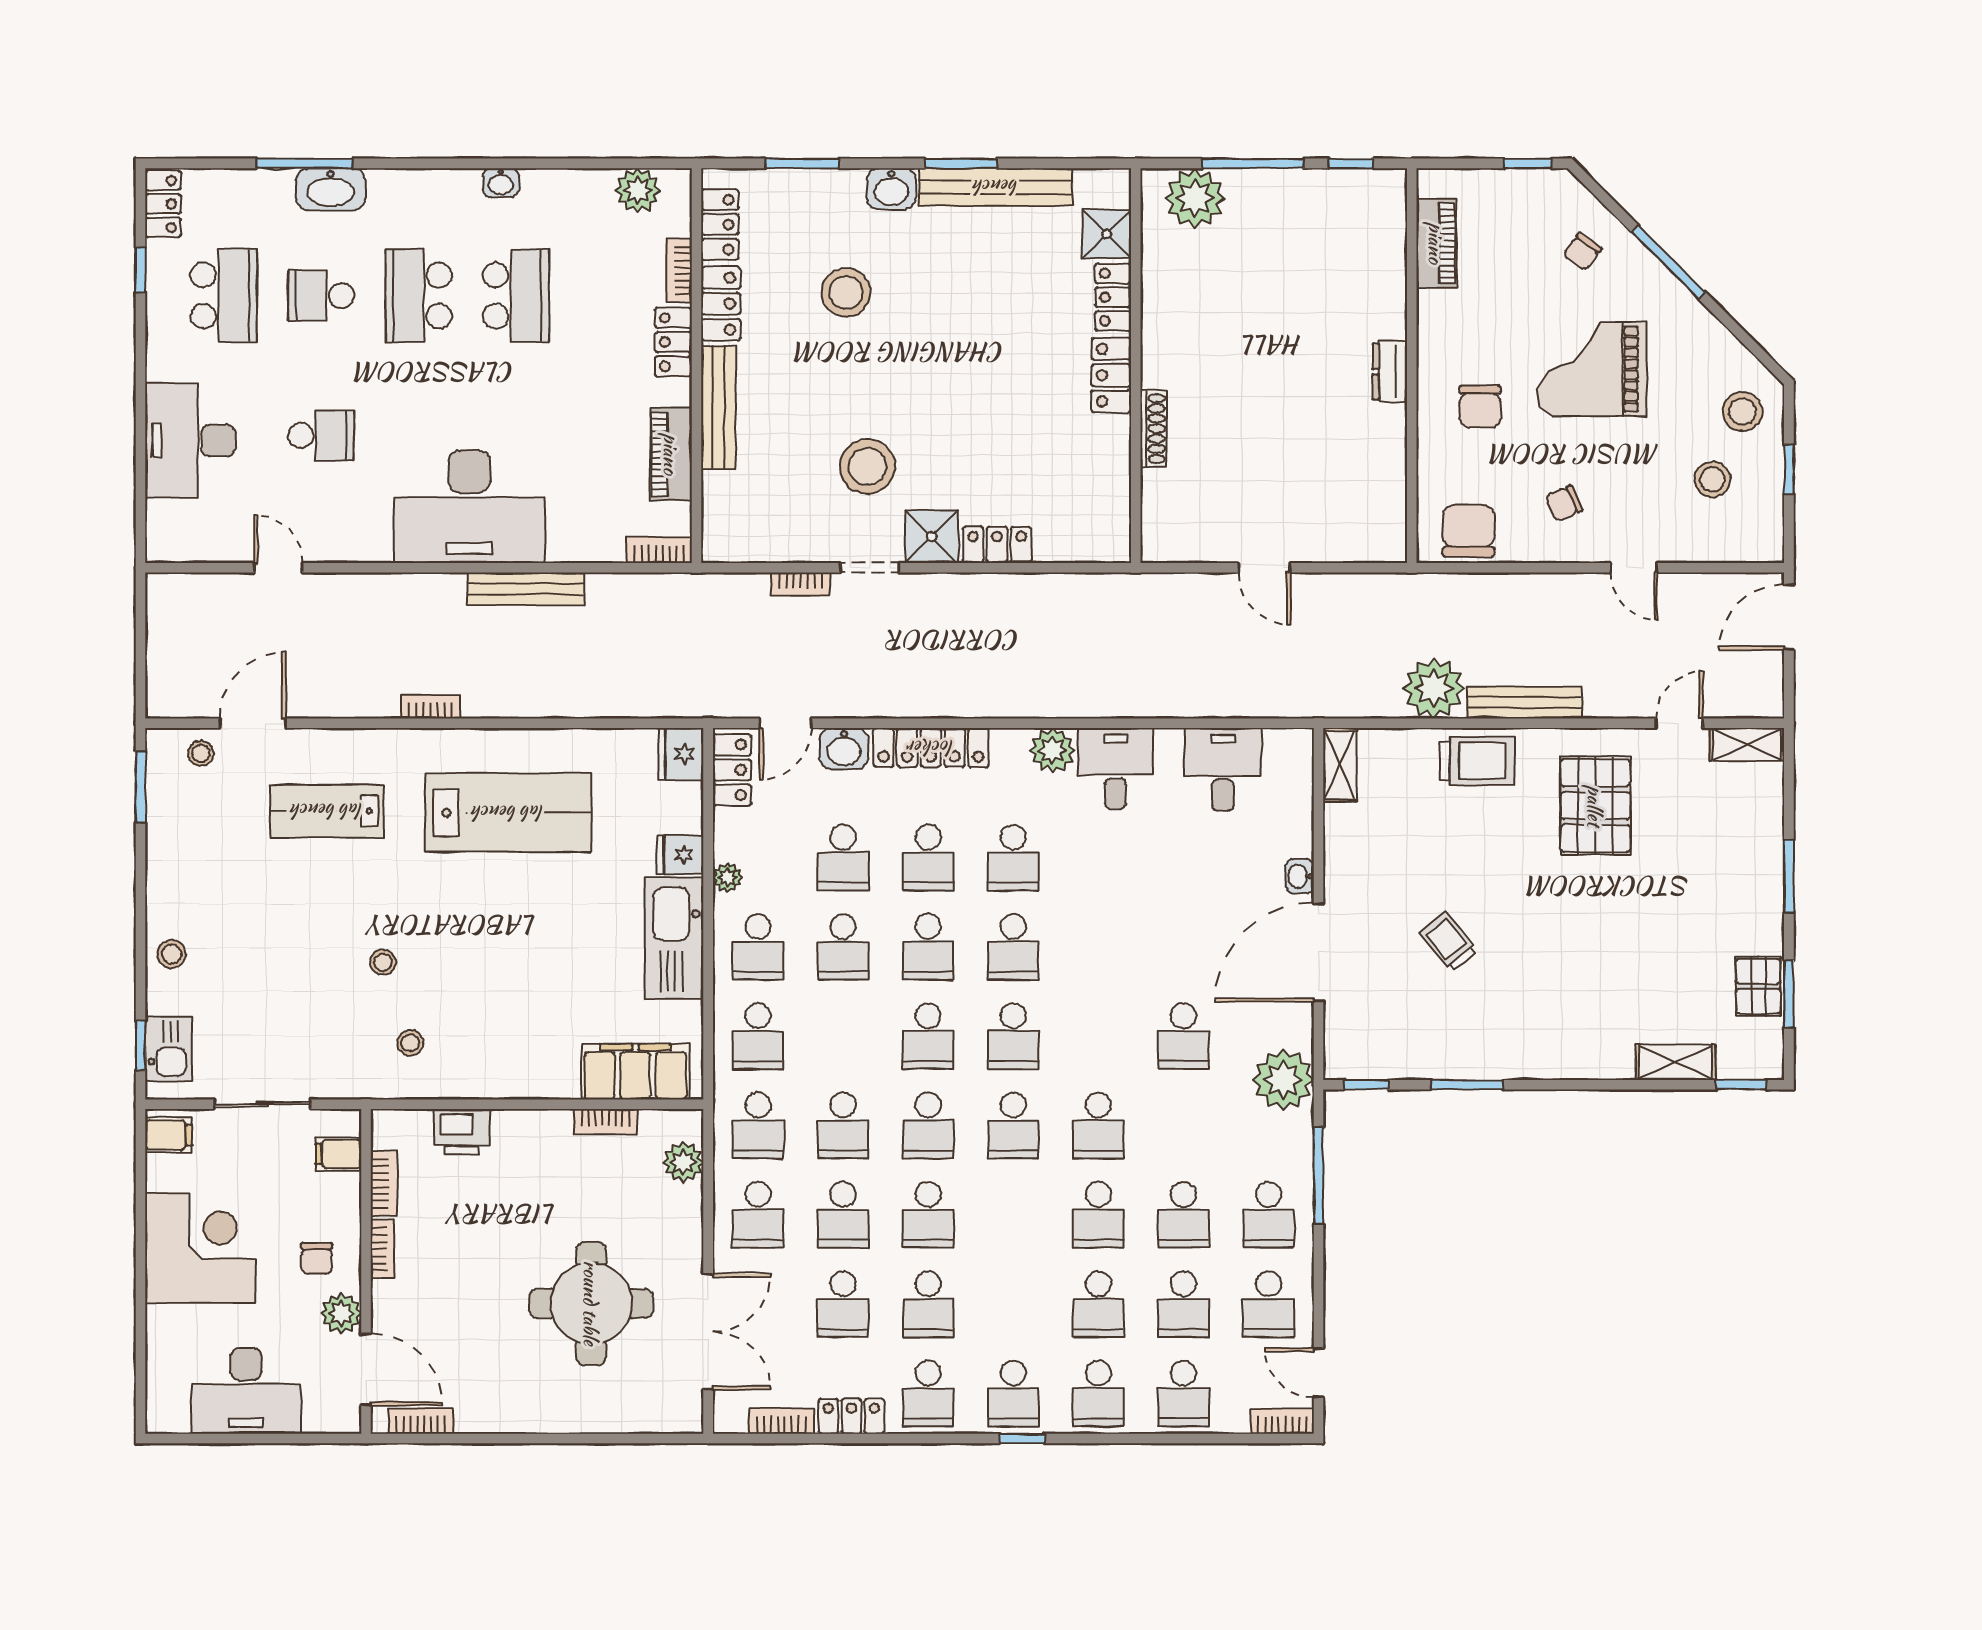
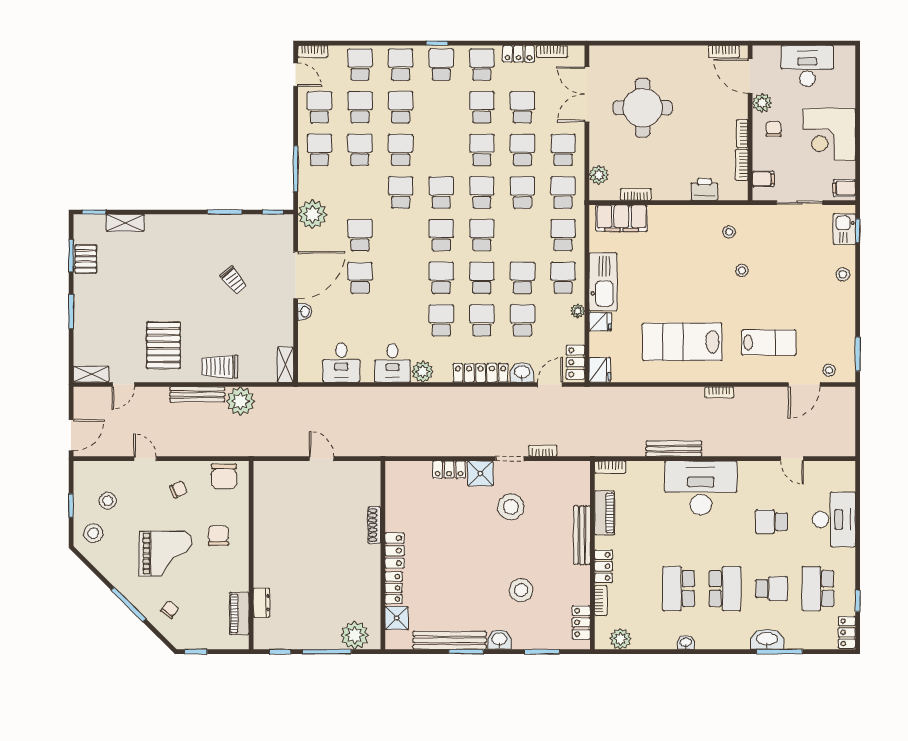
locker: (721, 304) -> (581, 585), removed
dresser: (1390, 372) -> (262, 603), moved
school desk: (1184, 947) -> (360, 278), added

